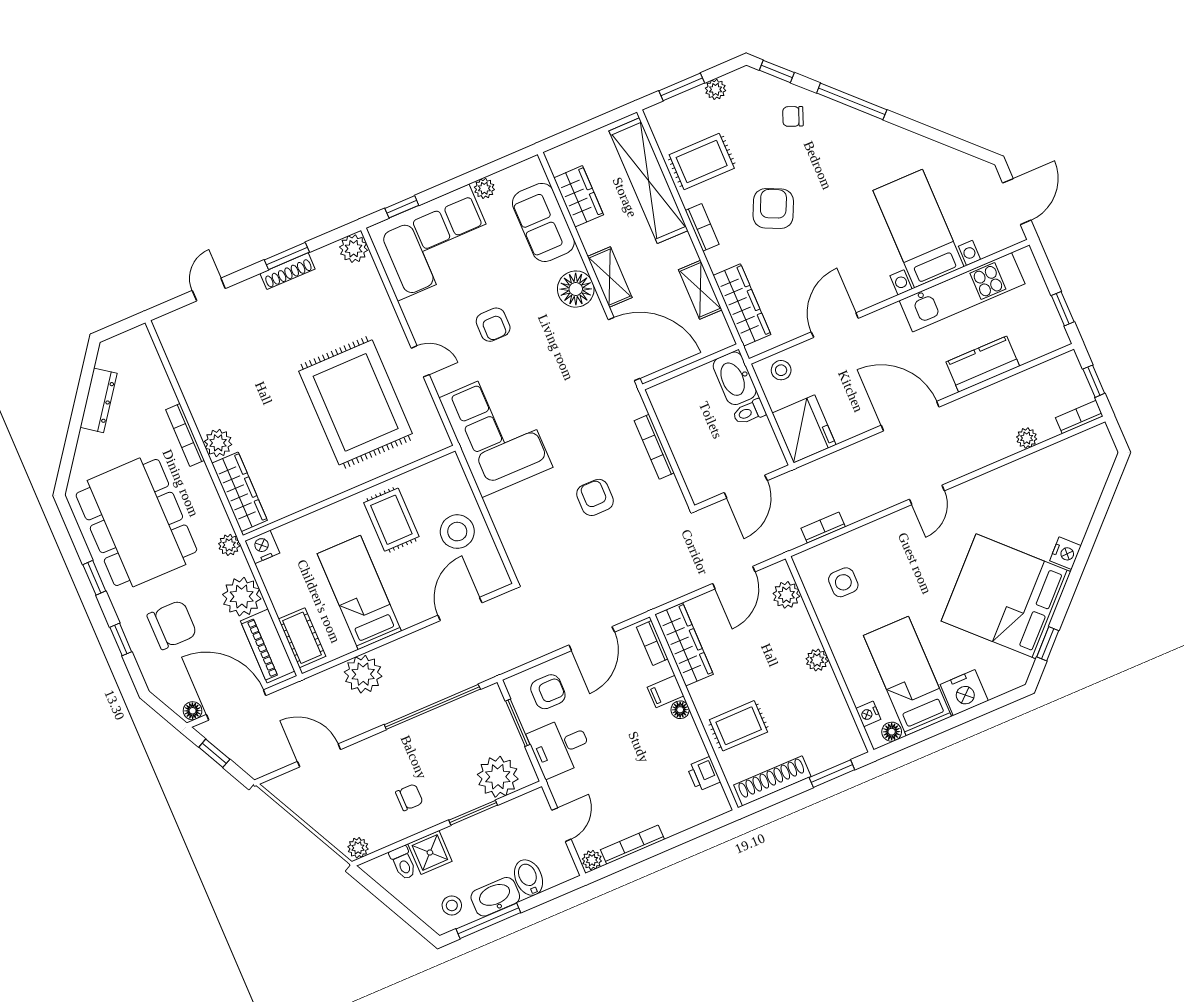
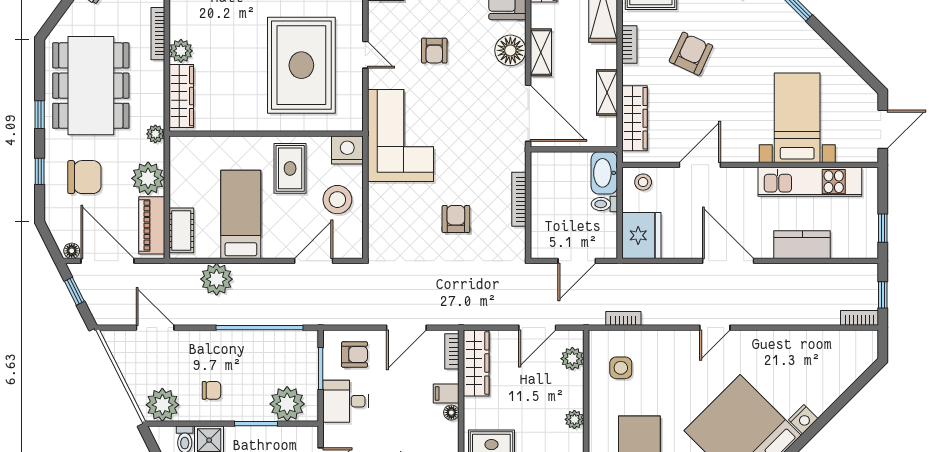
plant: (1027, 438) -> (812, 317), removed
nightstand: (262, 547) -> (347, 150), moved, width x1.36, depth x1.33
plant: (358, 848) -> (162, 405), width x1.88, depth x1.88

